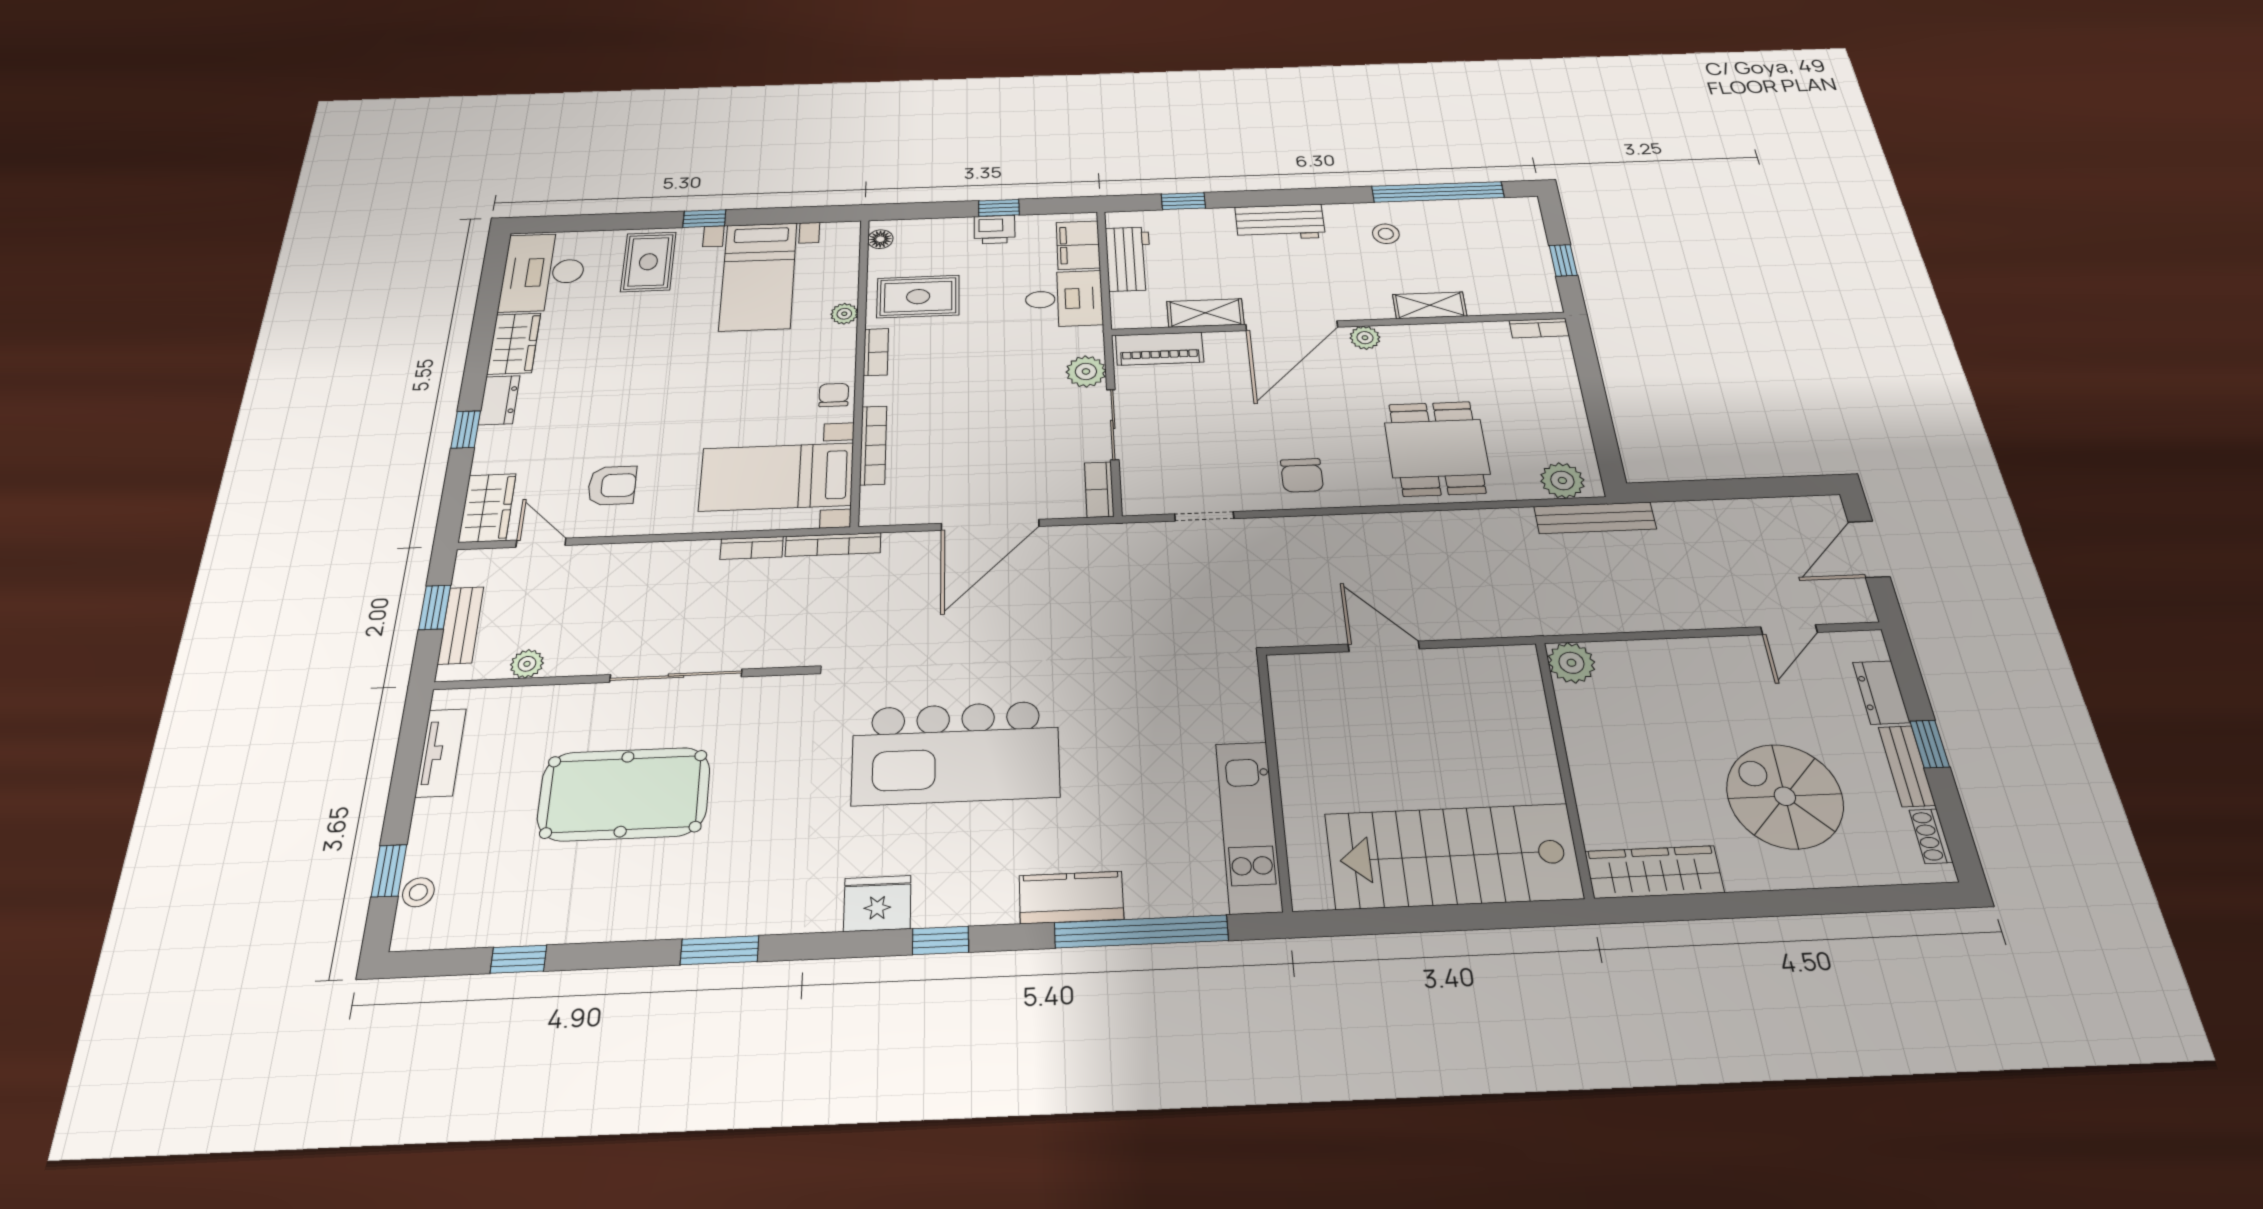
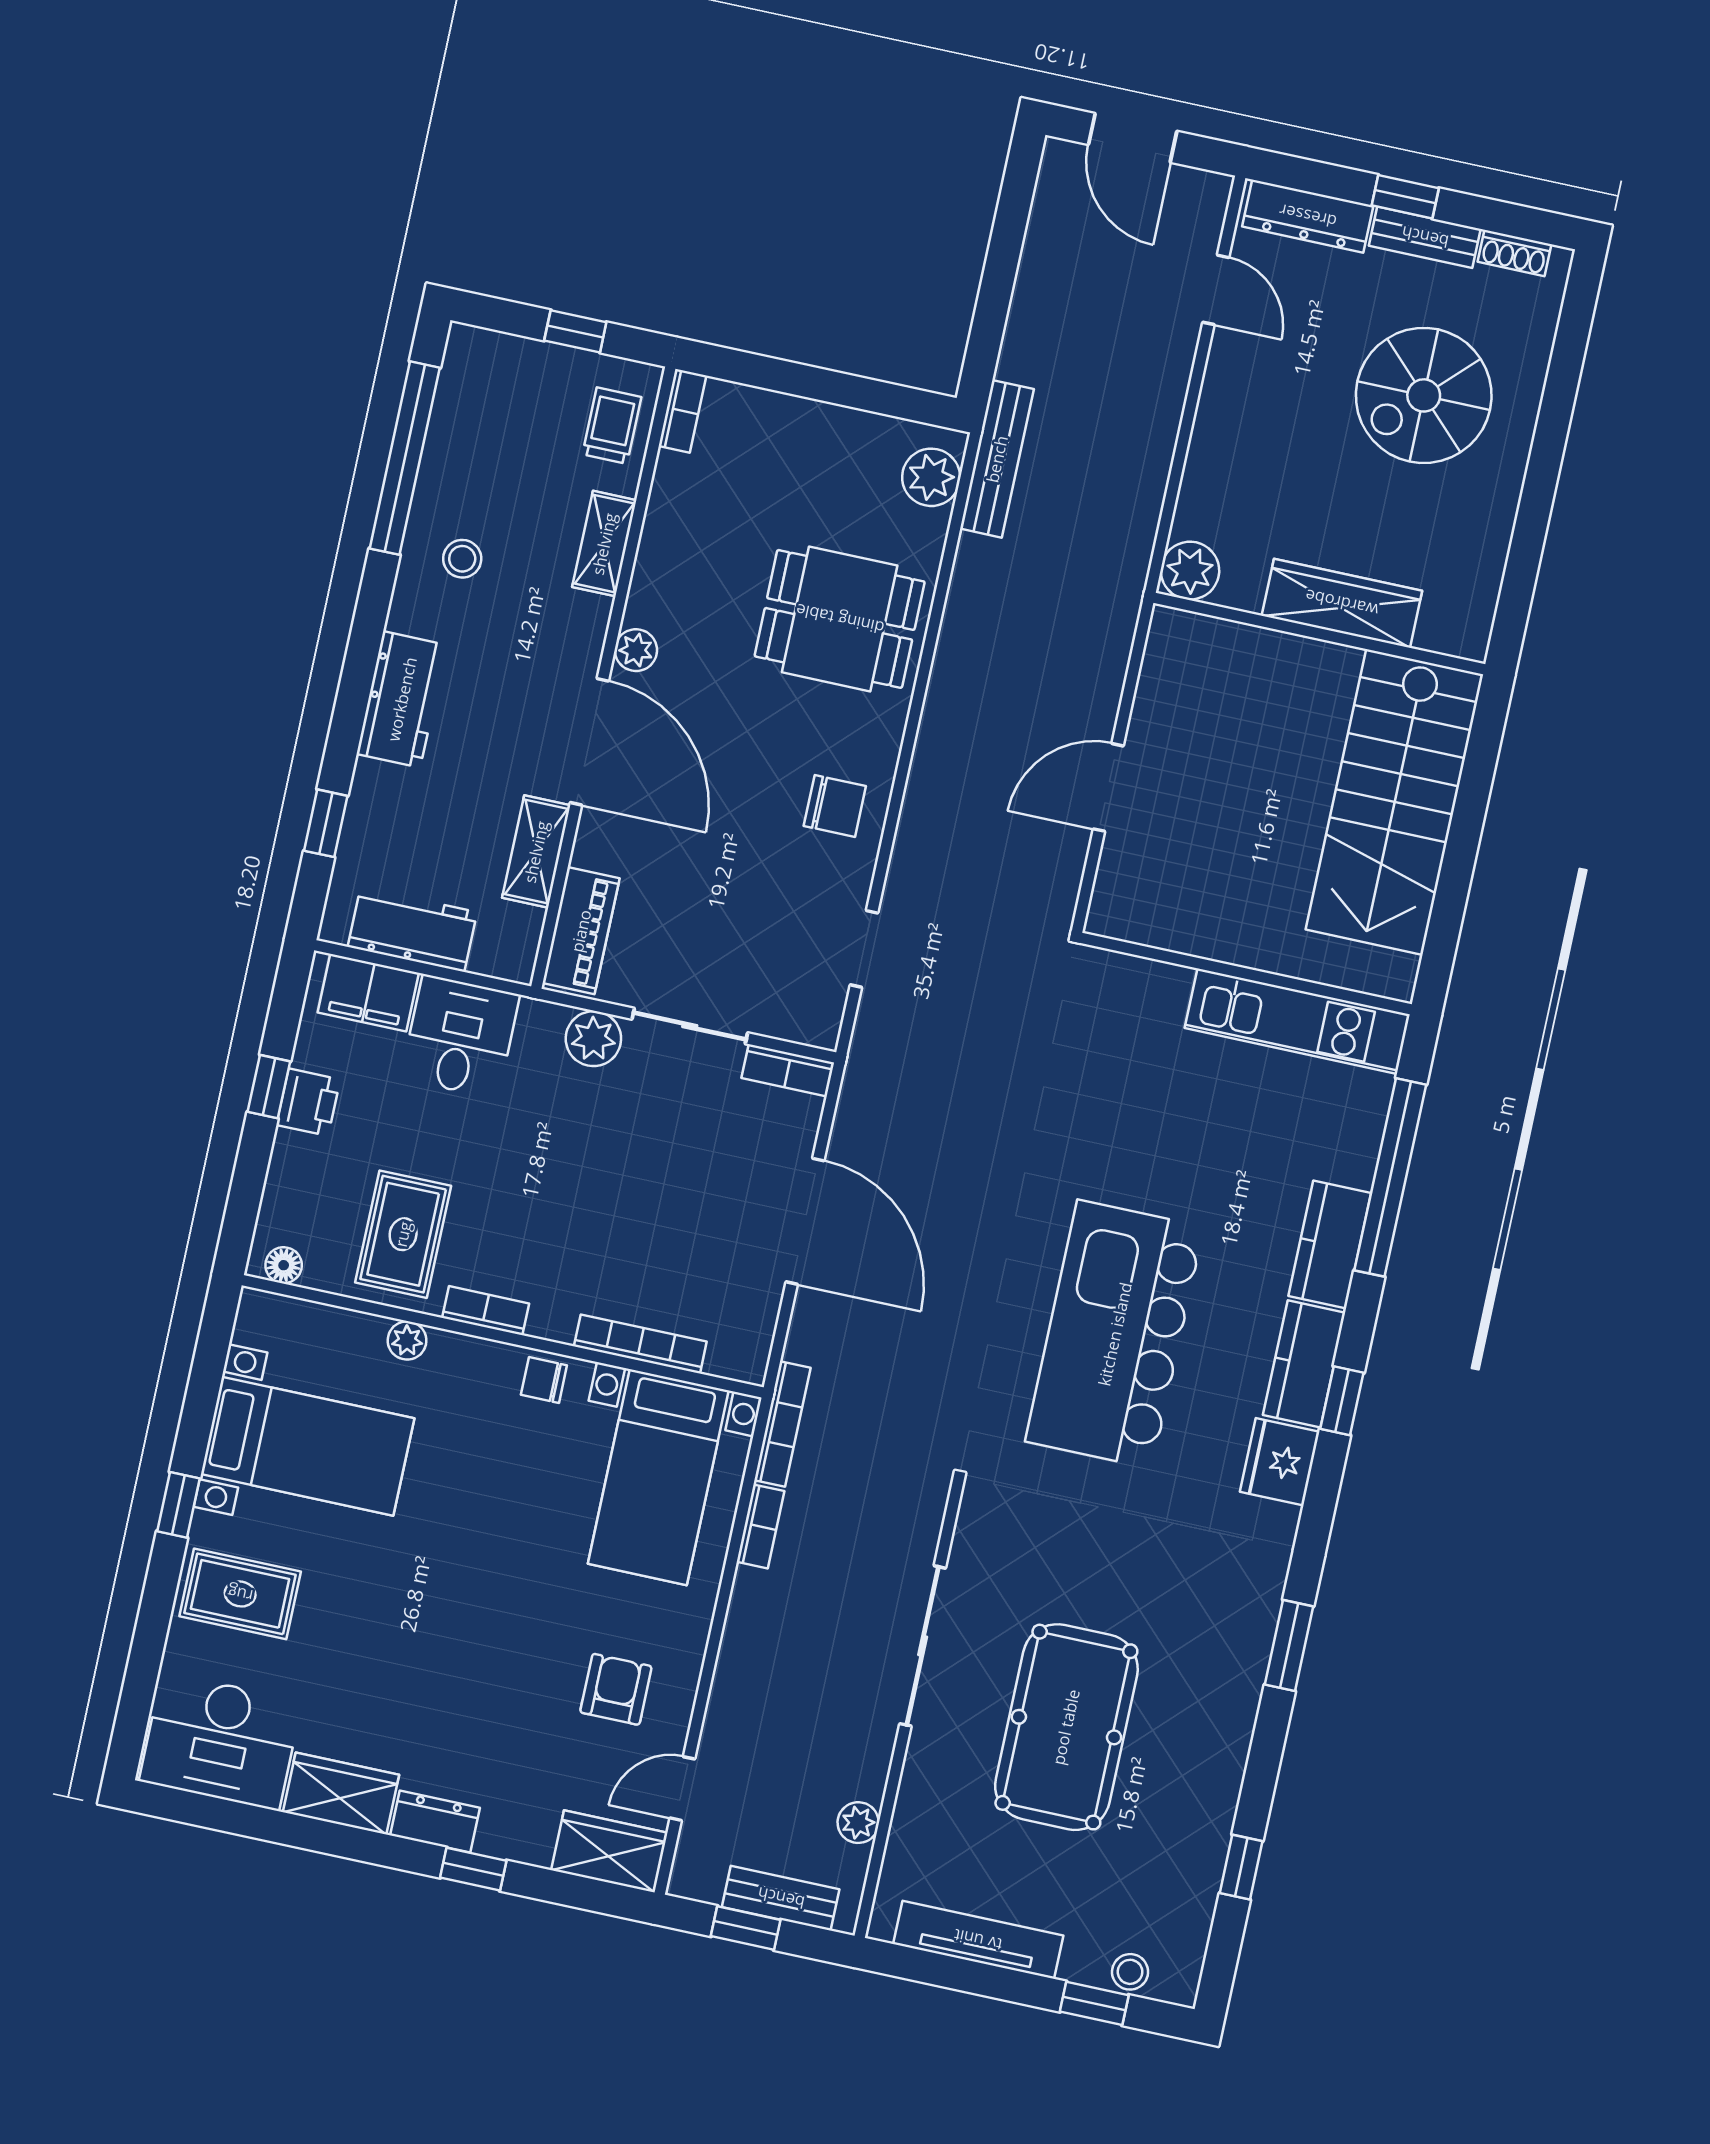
trolley: (1510, 292) -> (612, 426), added
dresser: (1881, 692) -> (1308, 216), width x1.44
tv unit: (441, 753) -> (978, 1940), width x1.41
kitchen island: (956, 753) -> (1115, 1334), turned 180
wardrobe: (1654, 872) -> (1342, 603), moved, turned 90
kitchen counter: (965, 902) -> (1304, 1364), added

